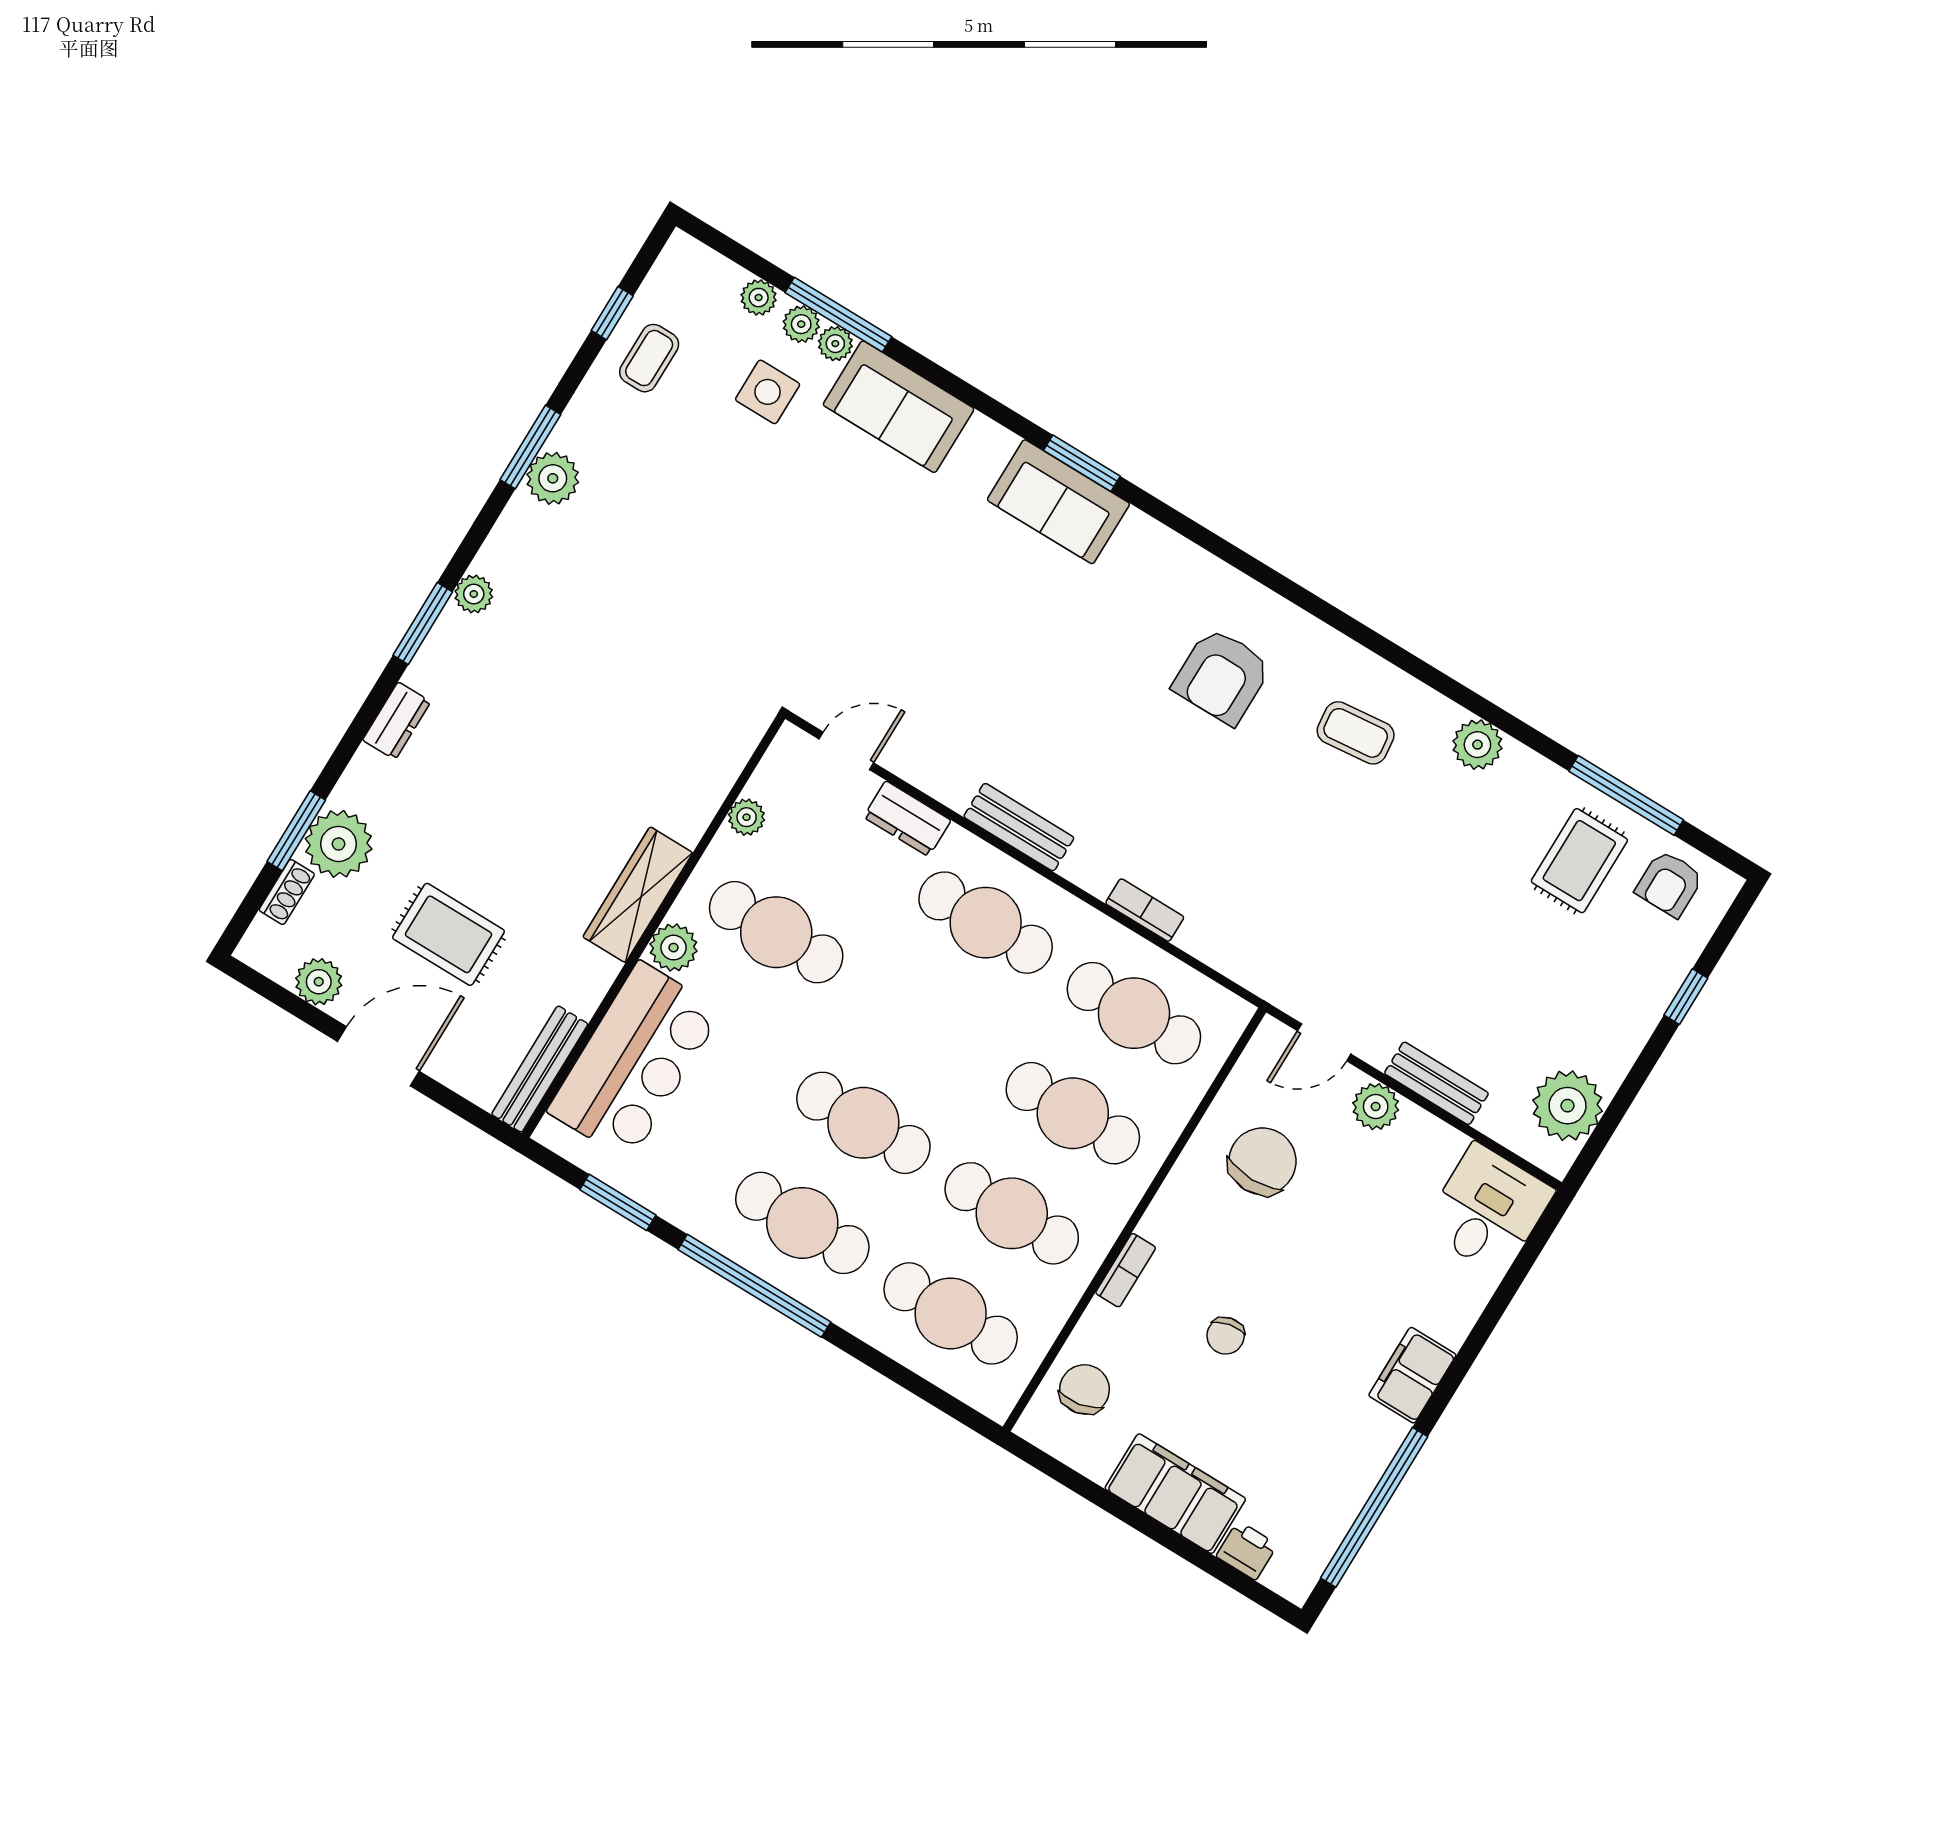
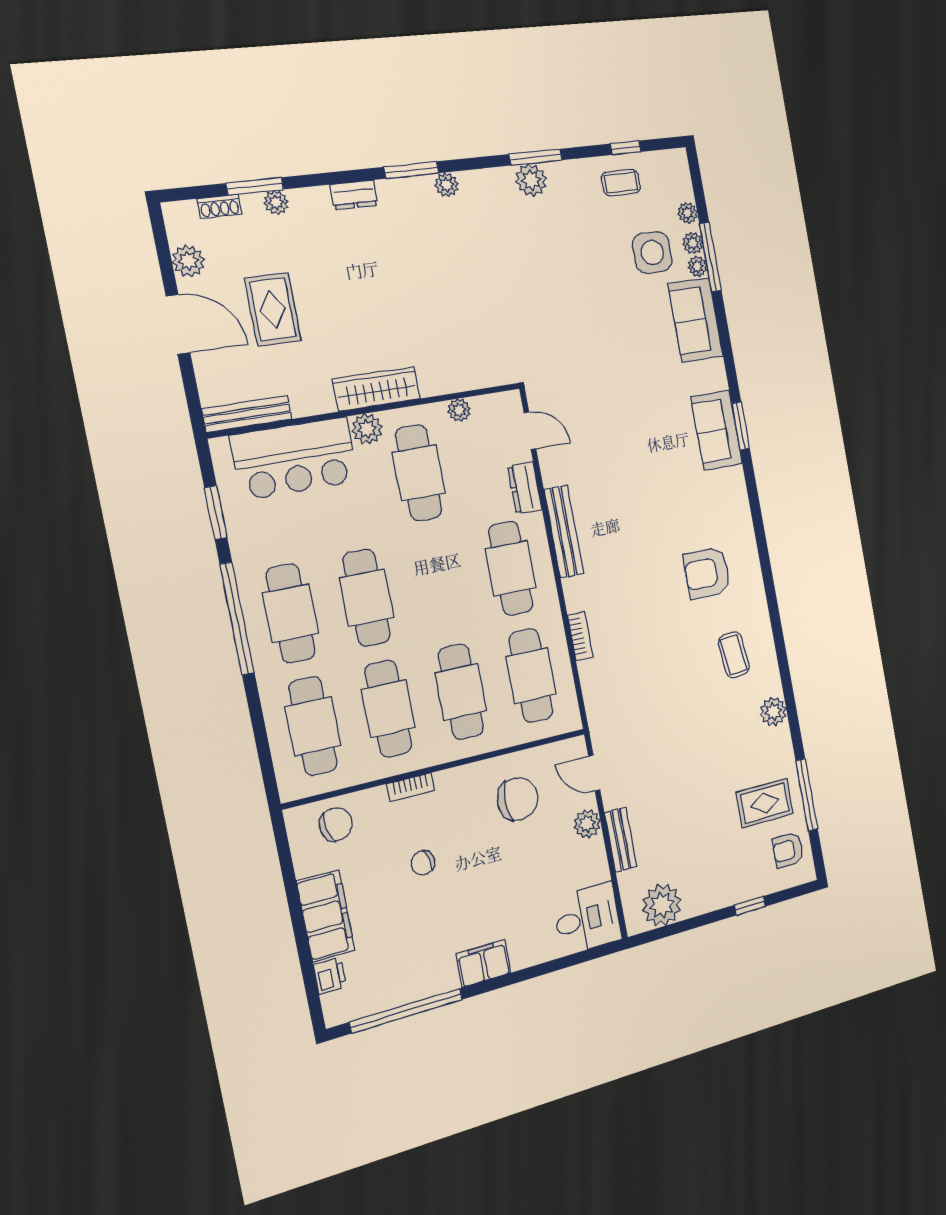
side table: (768, 392) -> (652, 252), width x1.37, depth x1.37
bench: (1019, 827) -> (564, 532), width x1.36
plant: (339, 844) -> (276, 203), width x0.53, depth x0.53

